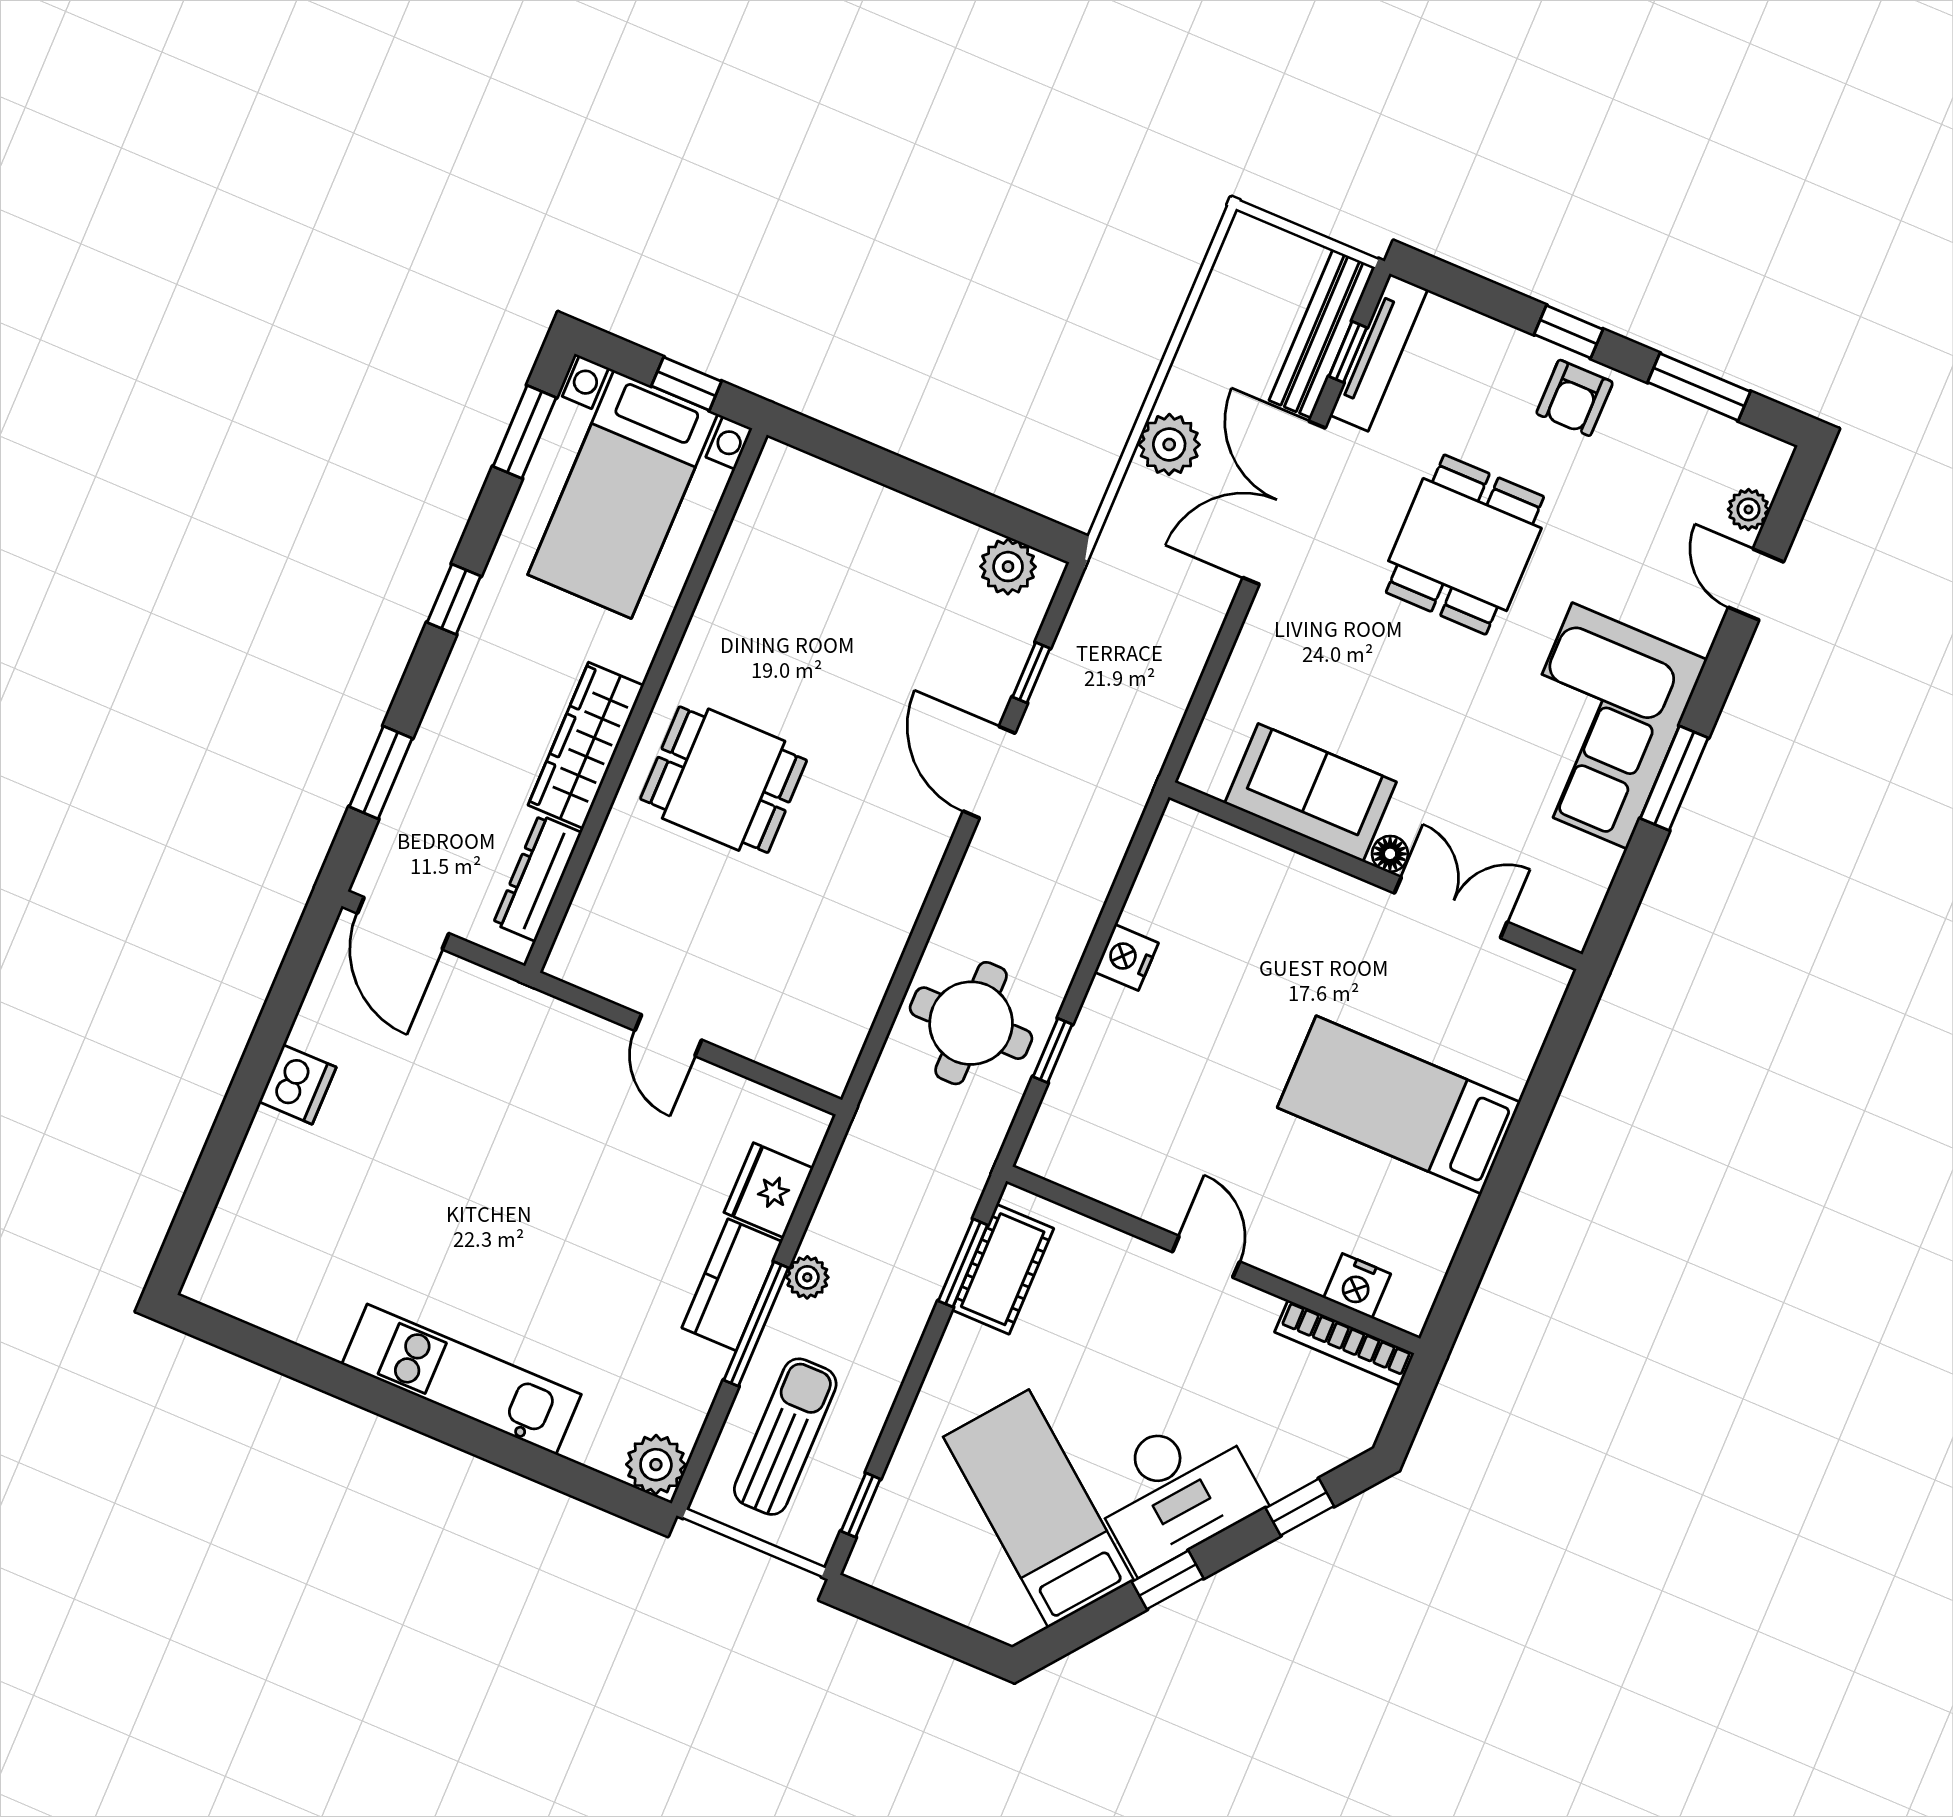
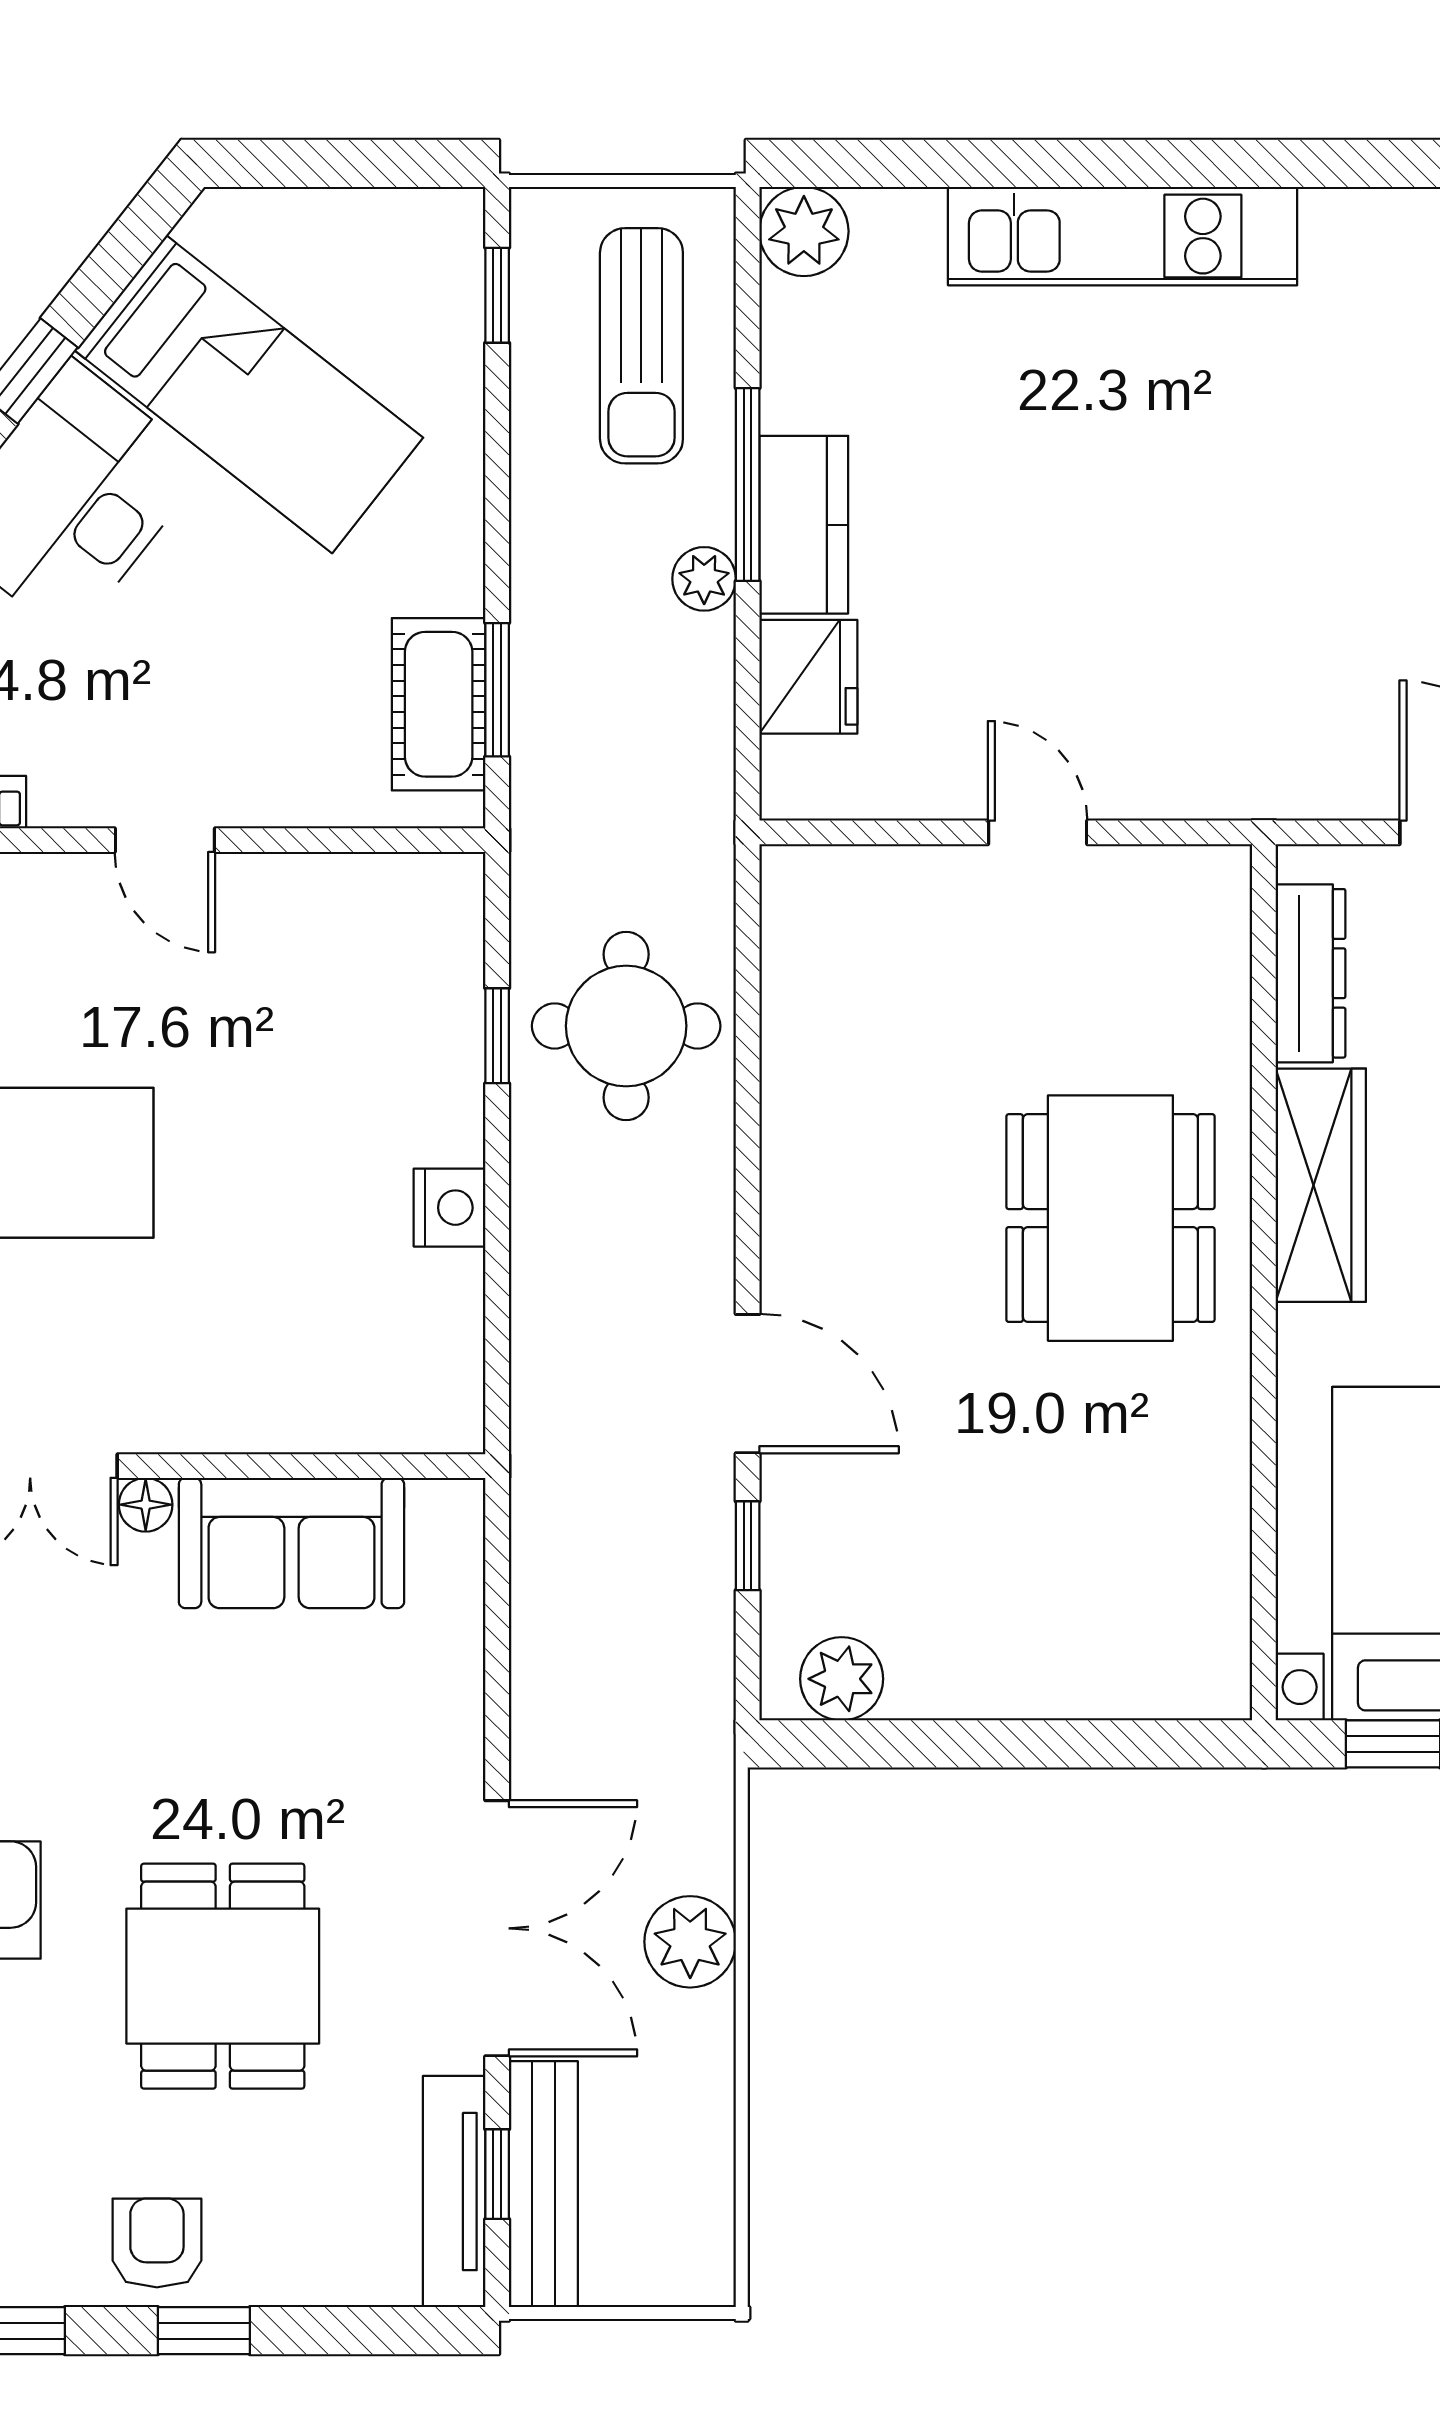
dining table: (724, 780) -> (1110, 1218), width x1.38

